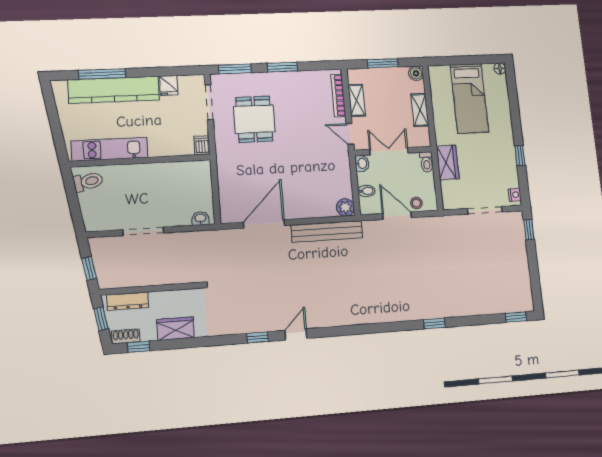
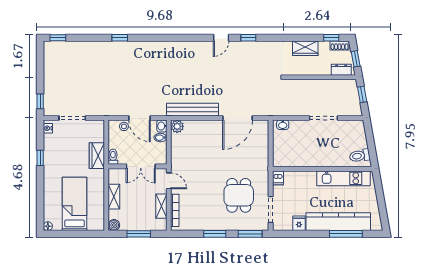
washbasin: (362, 163) -> (162, 126), moved
dresser: (128, 301) -> (341, 70), width x0.70

